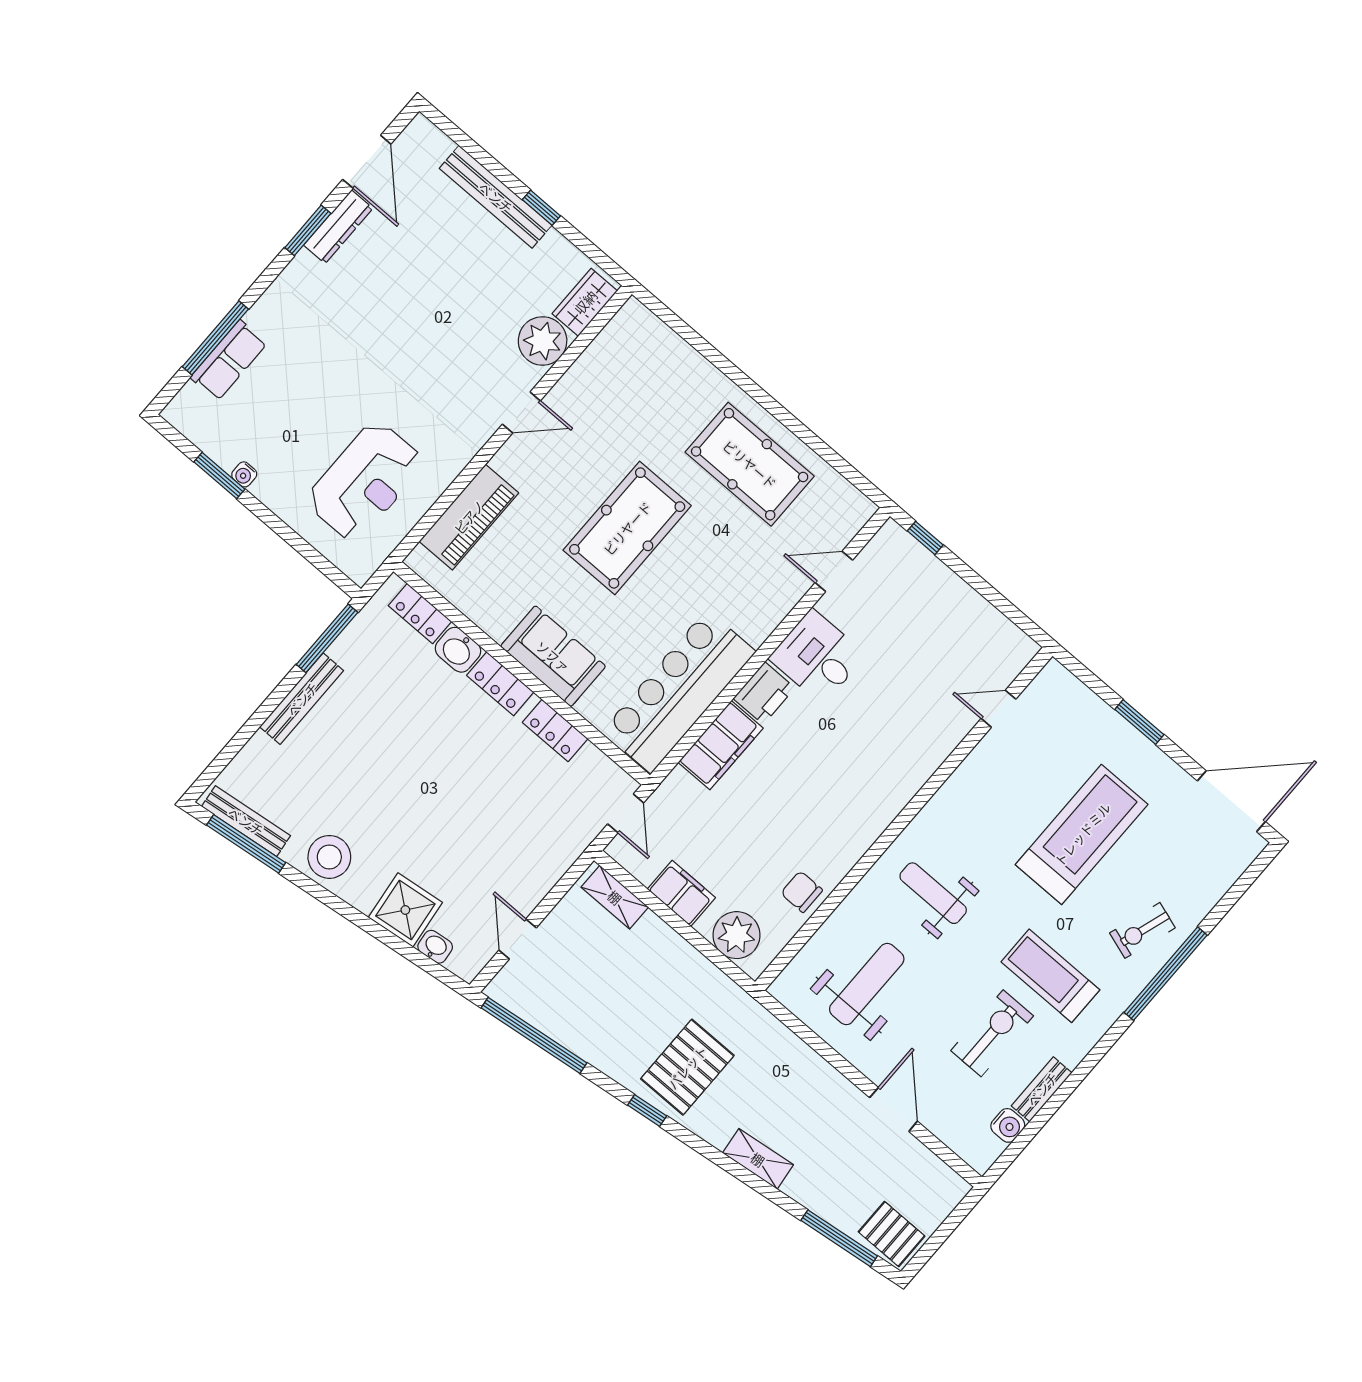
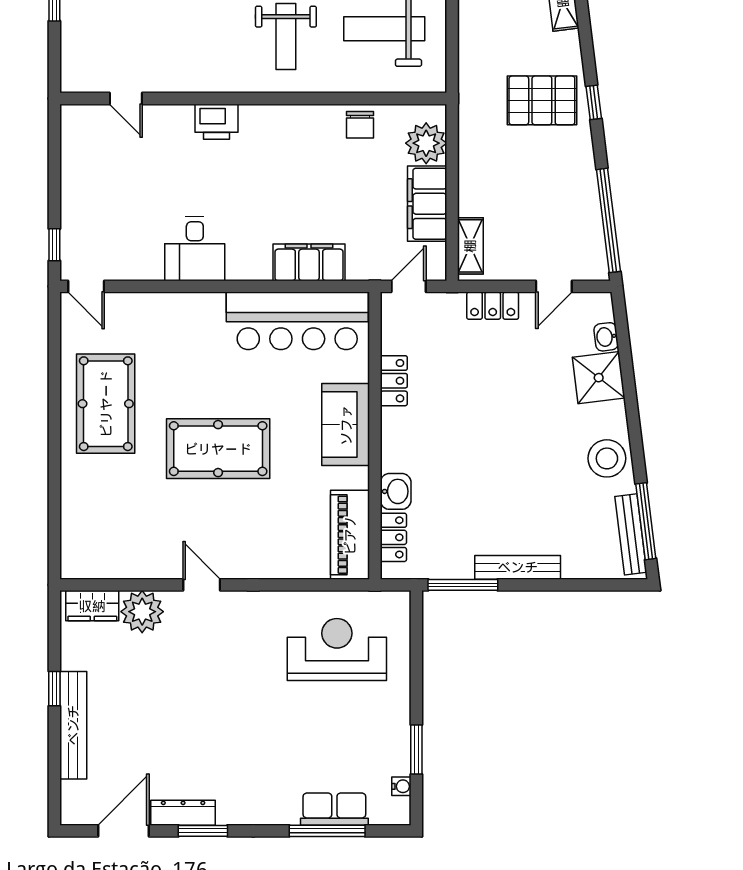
water cooler: (244, 474) -> (401, 786), moved
piano: (469, 517) -> (350, 535), moved, turned -90
door: (834, 571) -> (86, 286), moved
locker: (500, 684) -> (493, 306), moved, turned 90
printer: (764, 693) -> (216, 122), moved, turned 180
filing cabinet: (681, 893) -> (427, 204), width x1.50, depth x1.17

